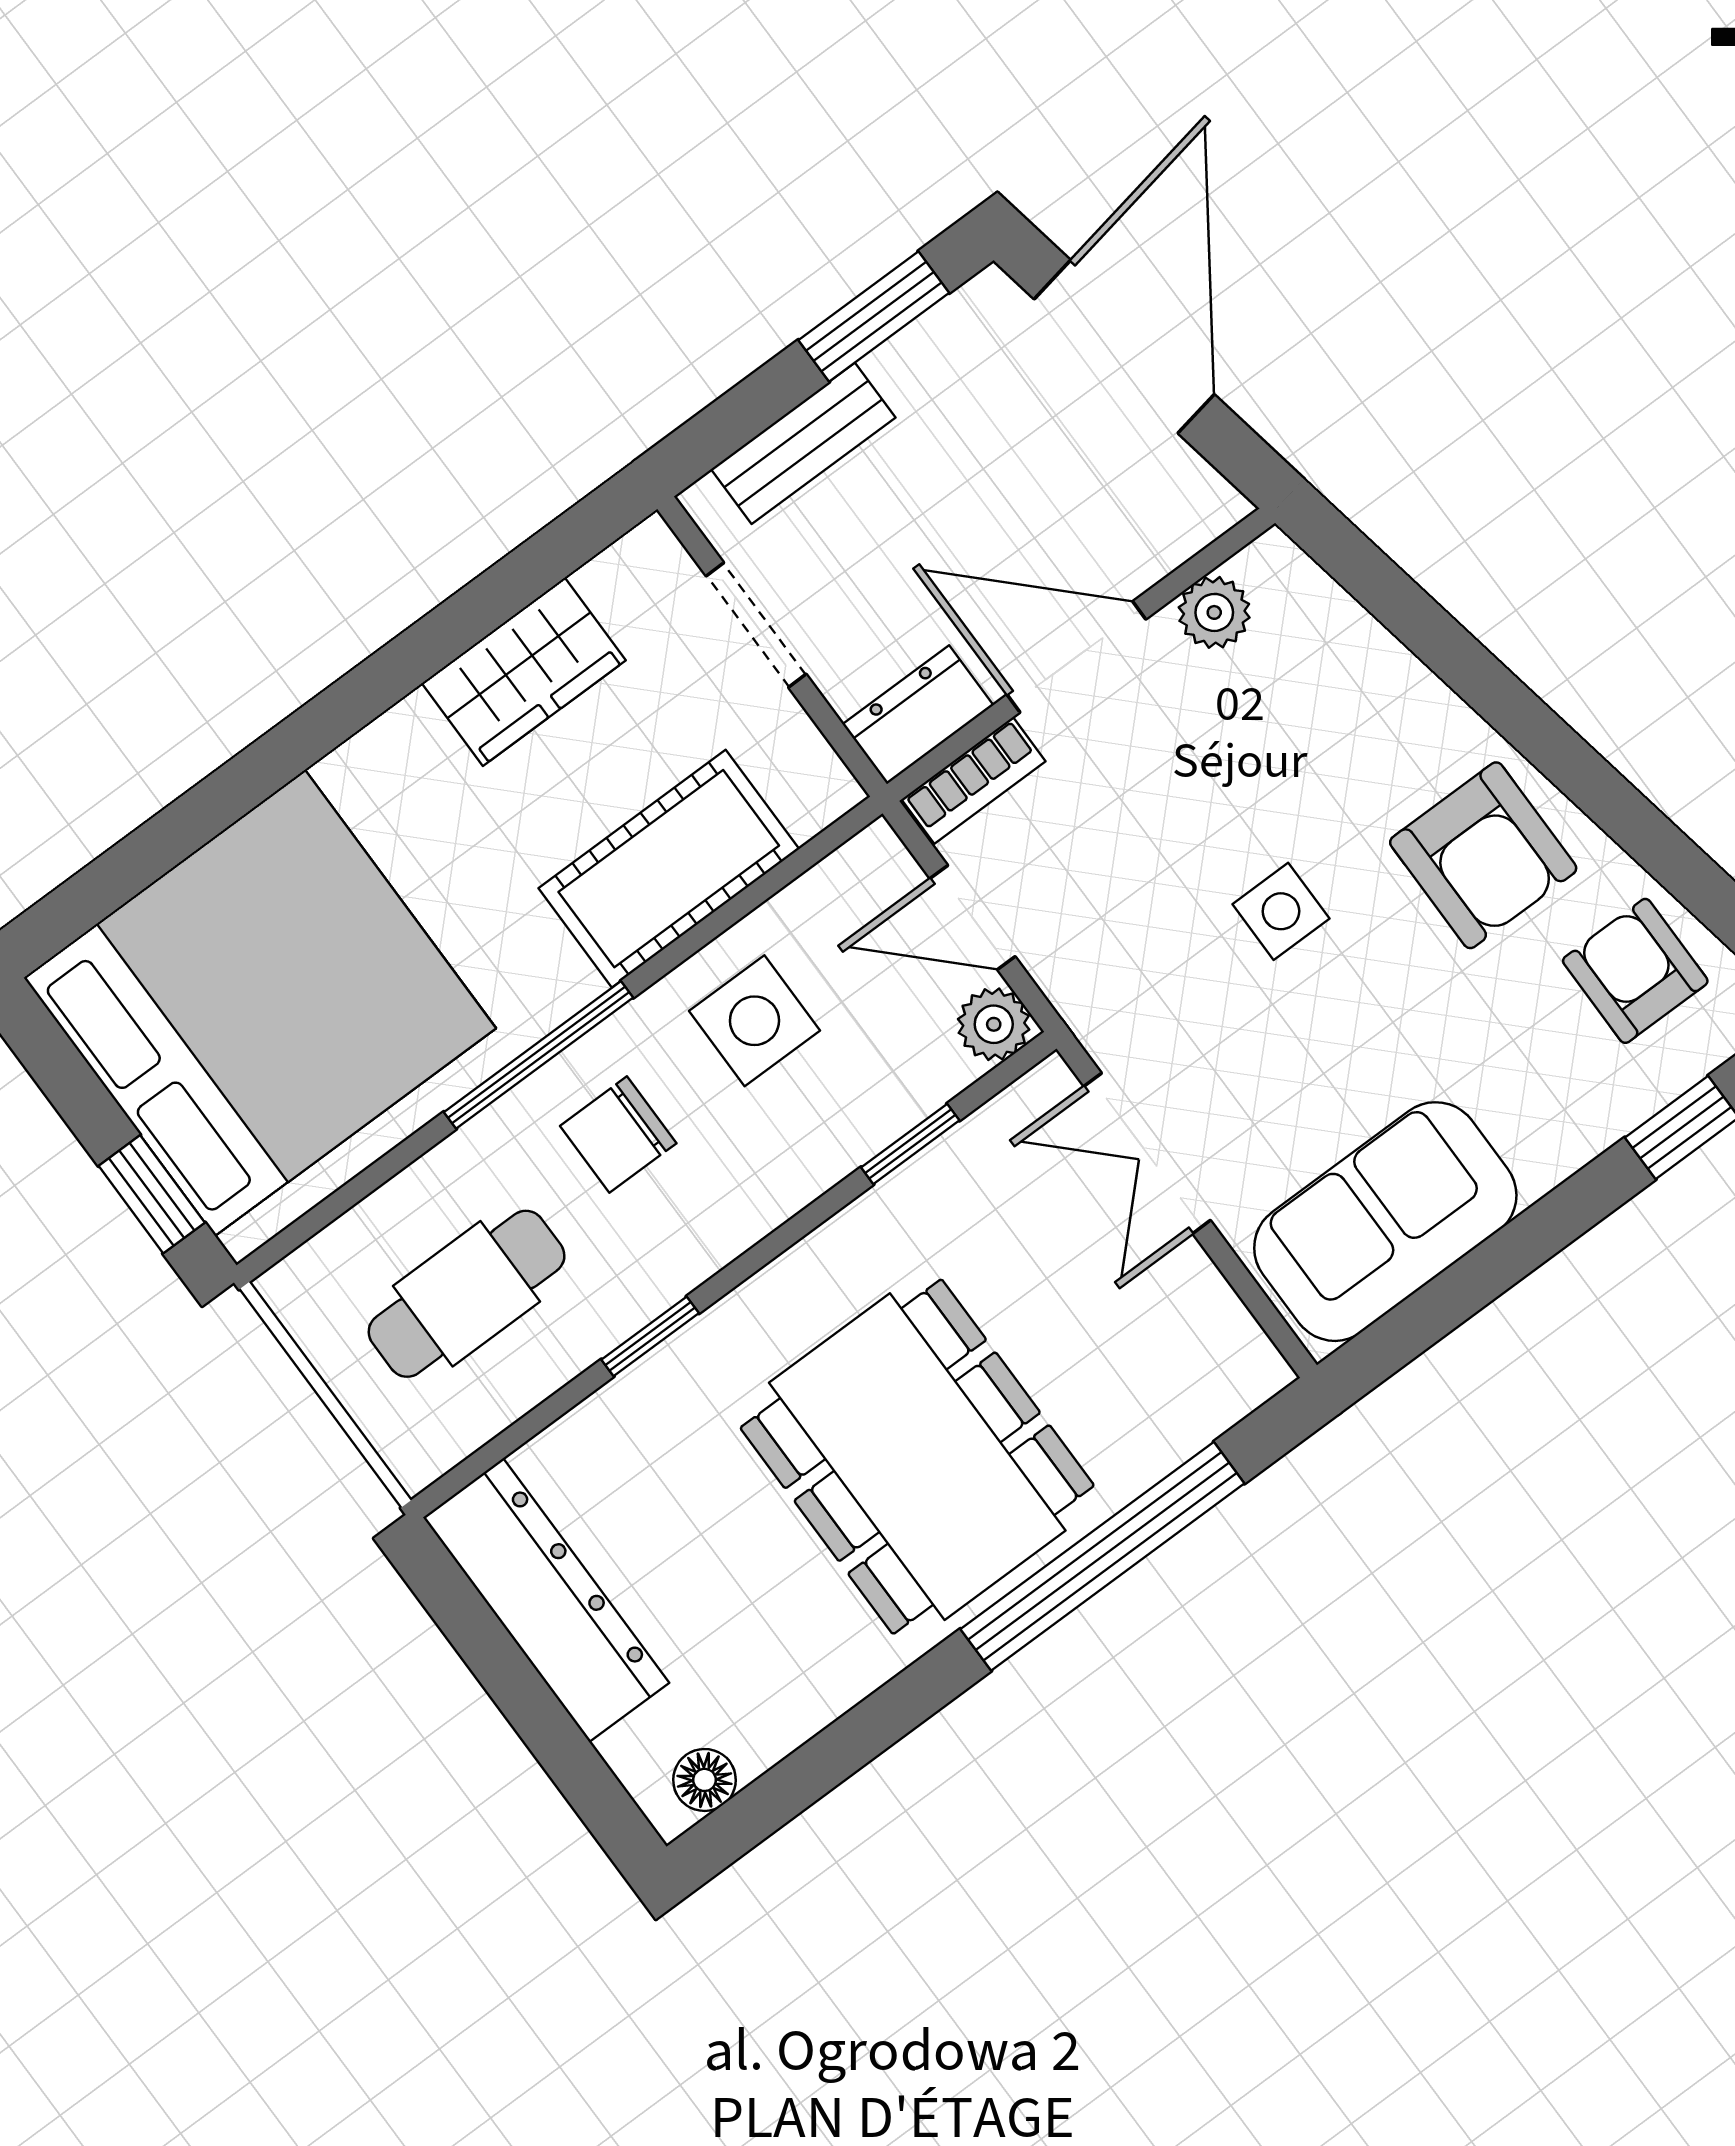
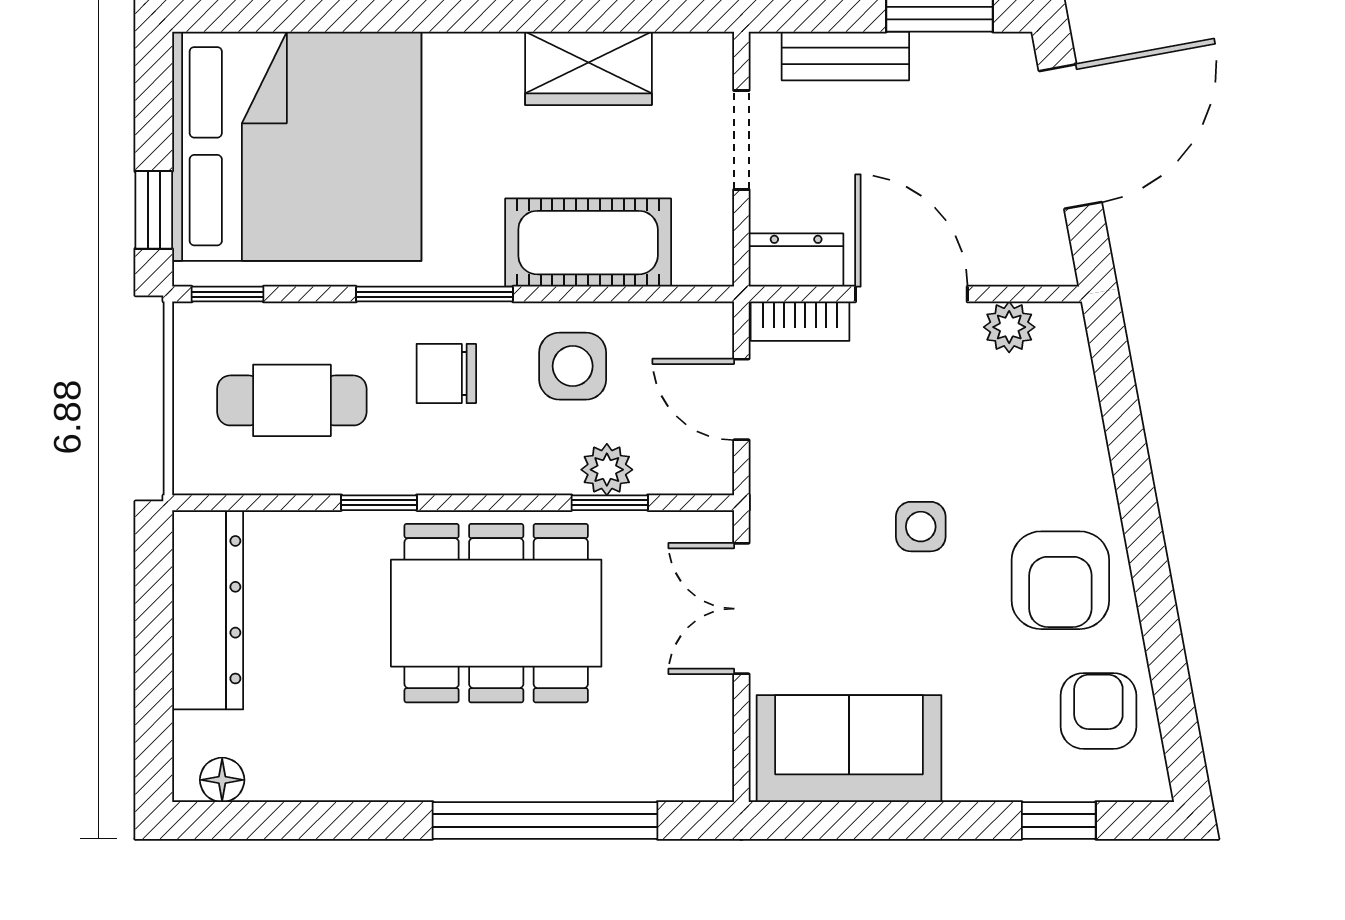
plant: (994, 1024) -> (607, 470), moved
window: (305, 1228) -> (228, 294), added
dining table: (917, 1457) -> (496, 613), moved, turned 90

